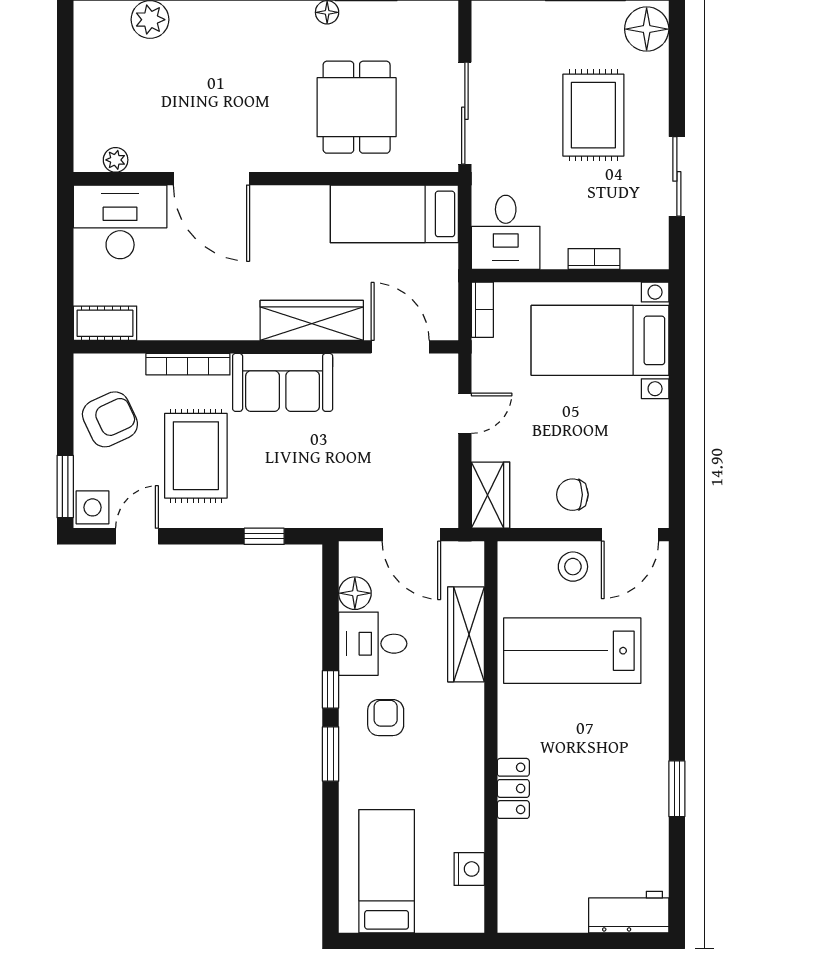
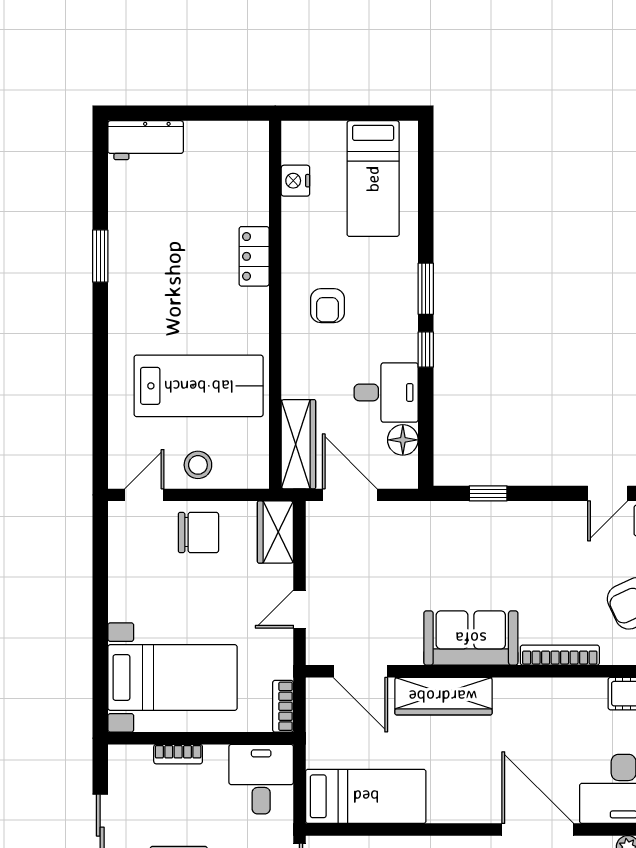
rug: (196, 456) -> (552, 569), removed
chair: (572, 495) -> (198, 532), width x1.37, depth x1.37
door: (630, 535) -> (144, 495), width x0.73
wardrobe: (466, 634) -> (298, 444), moved
armchair: (386, 718) -> (328, 306), moved

